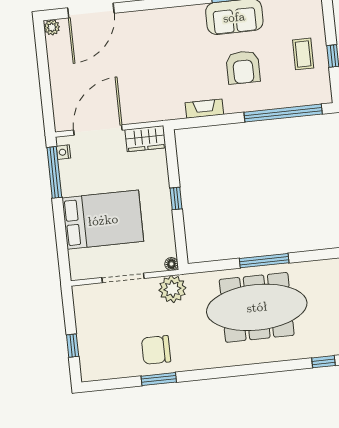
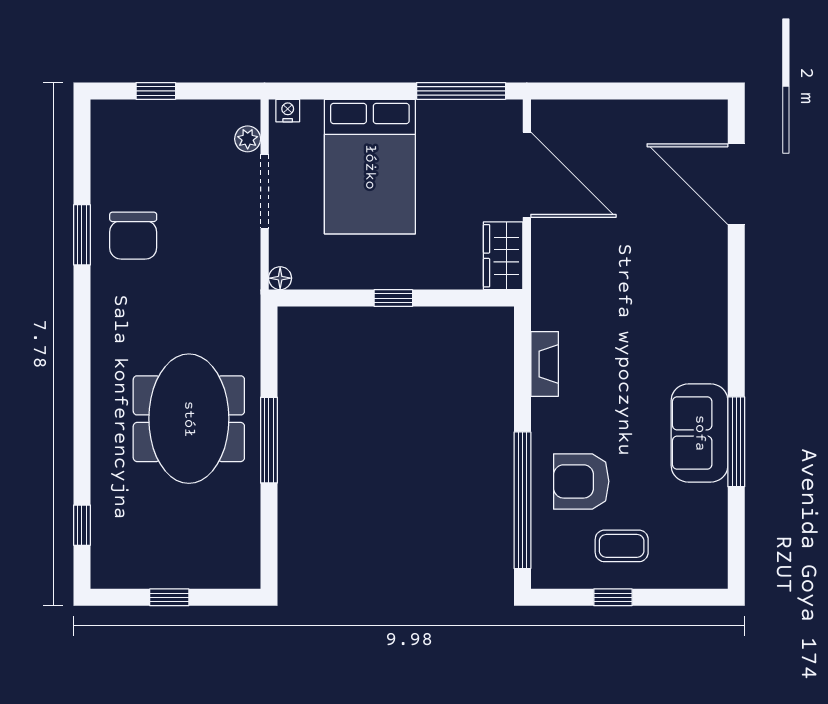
plant: (52, 27) -> (714, 113), removed
armchair: (243, 67) -> (581, 481), moved
nightstand: (63, 152) -> (288, 111), moved
plant: (172, 289) -> (248, 139), moved, width x0.53, depth x0.53
meeting table: (257, 307) -> (189, 419), width x0.73
chair: (156, 350) -> (133, 236), turned 180

